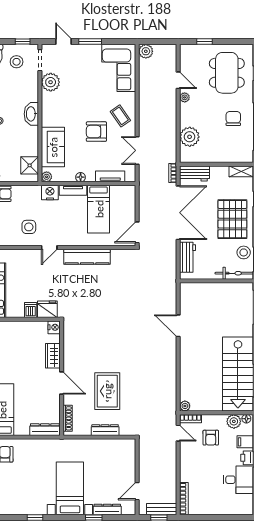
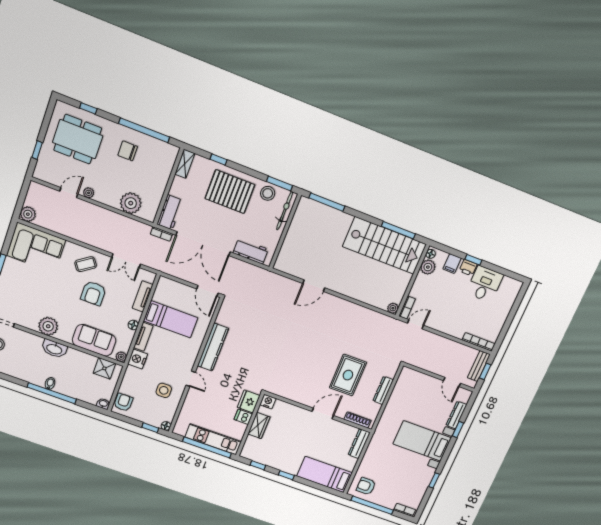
plant: (51, 82) -> (48, 326), moved
double door: (178, 213) -> (203, 244), swing flipped
wardrobe: (53, 356) -> (259, 426), moved, turned -90
rug: (107, 391) -> (348, 375), turned 90
armchair: (211, 438) -> (433, 295), removed

